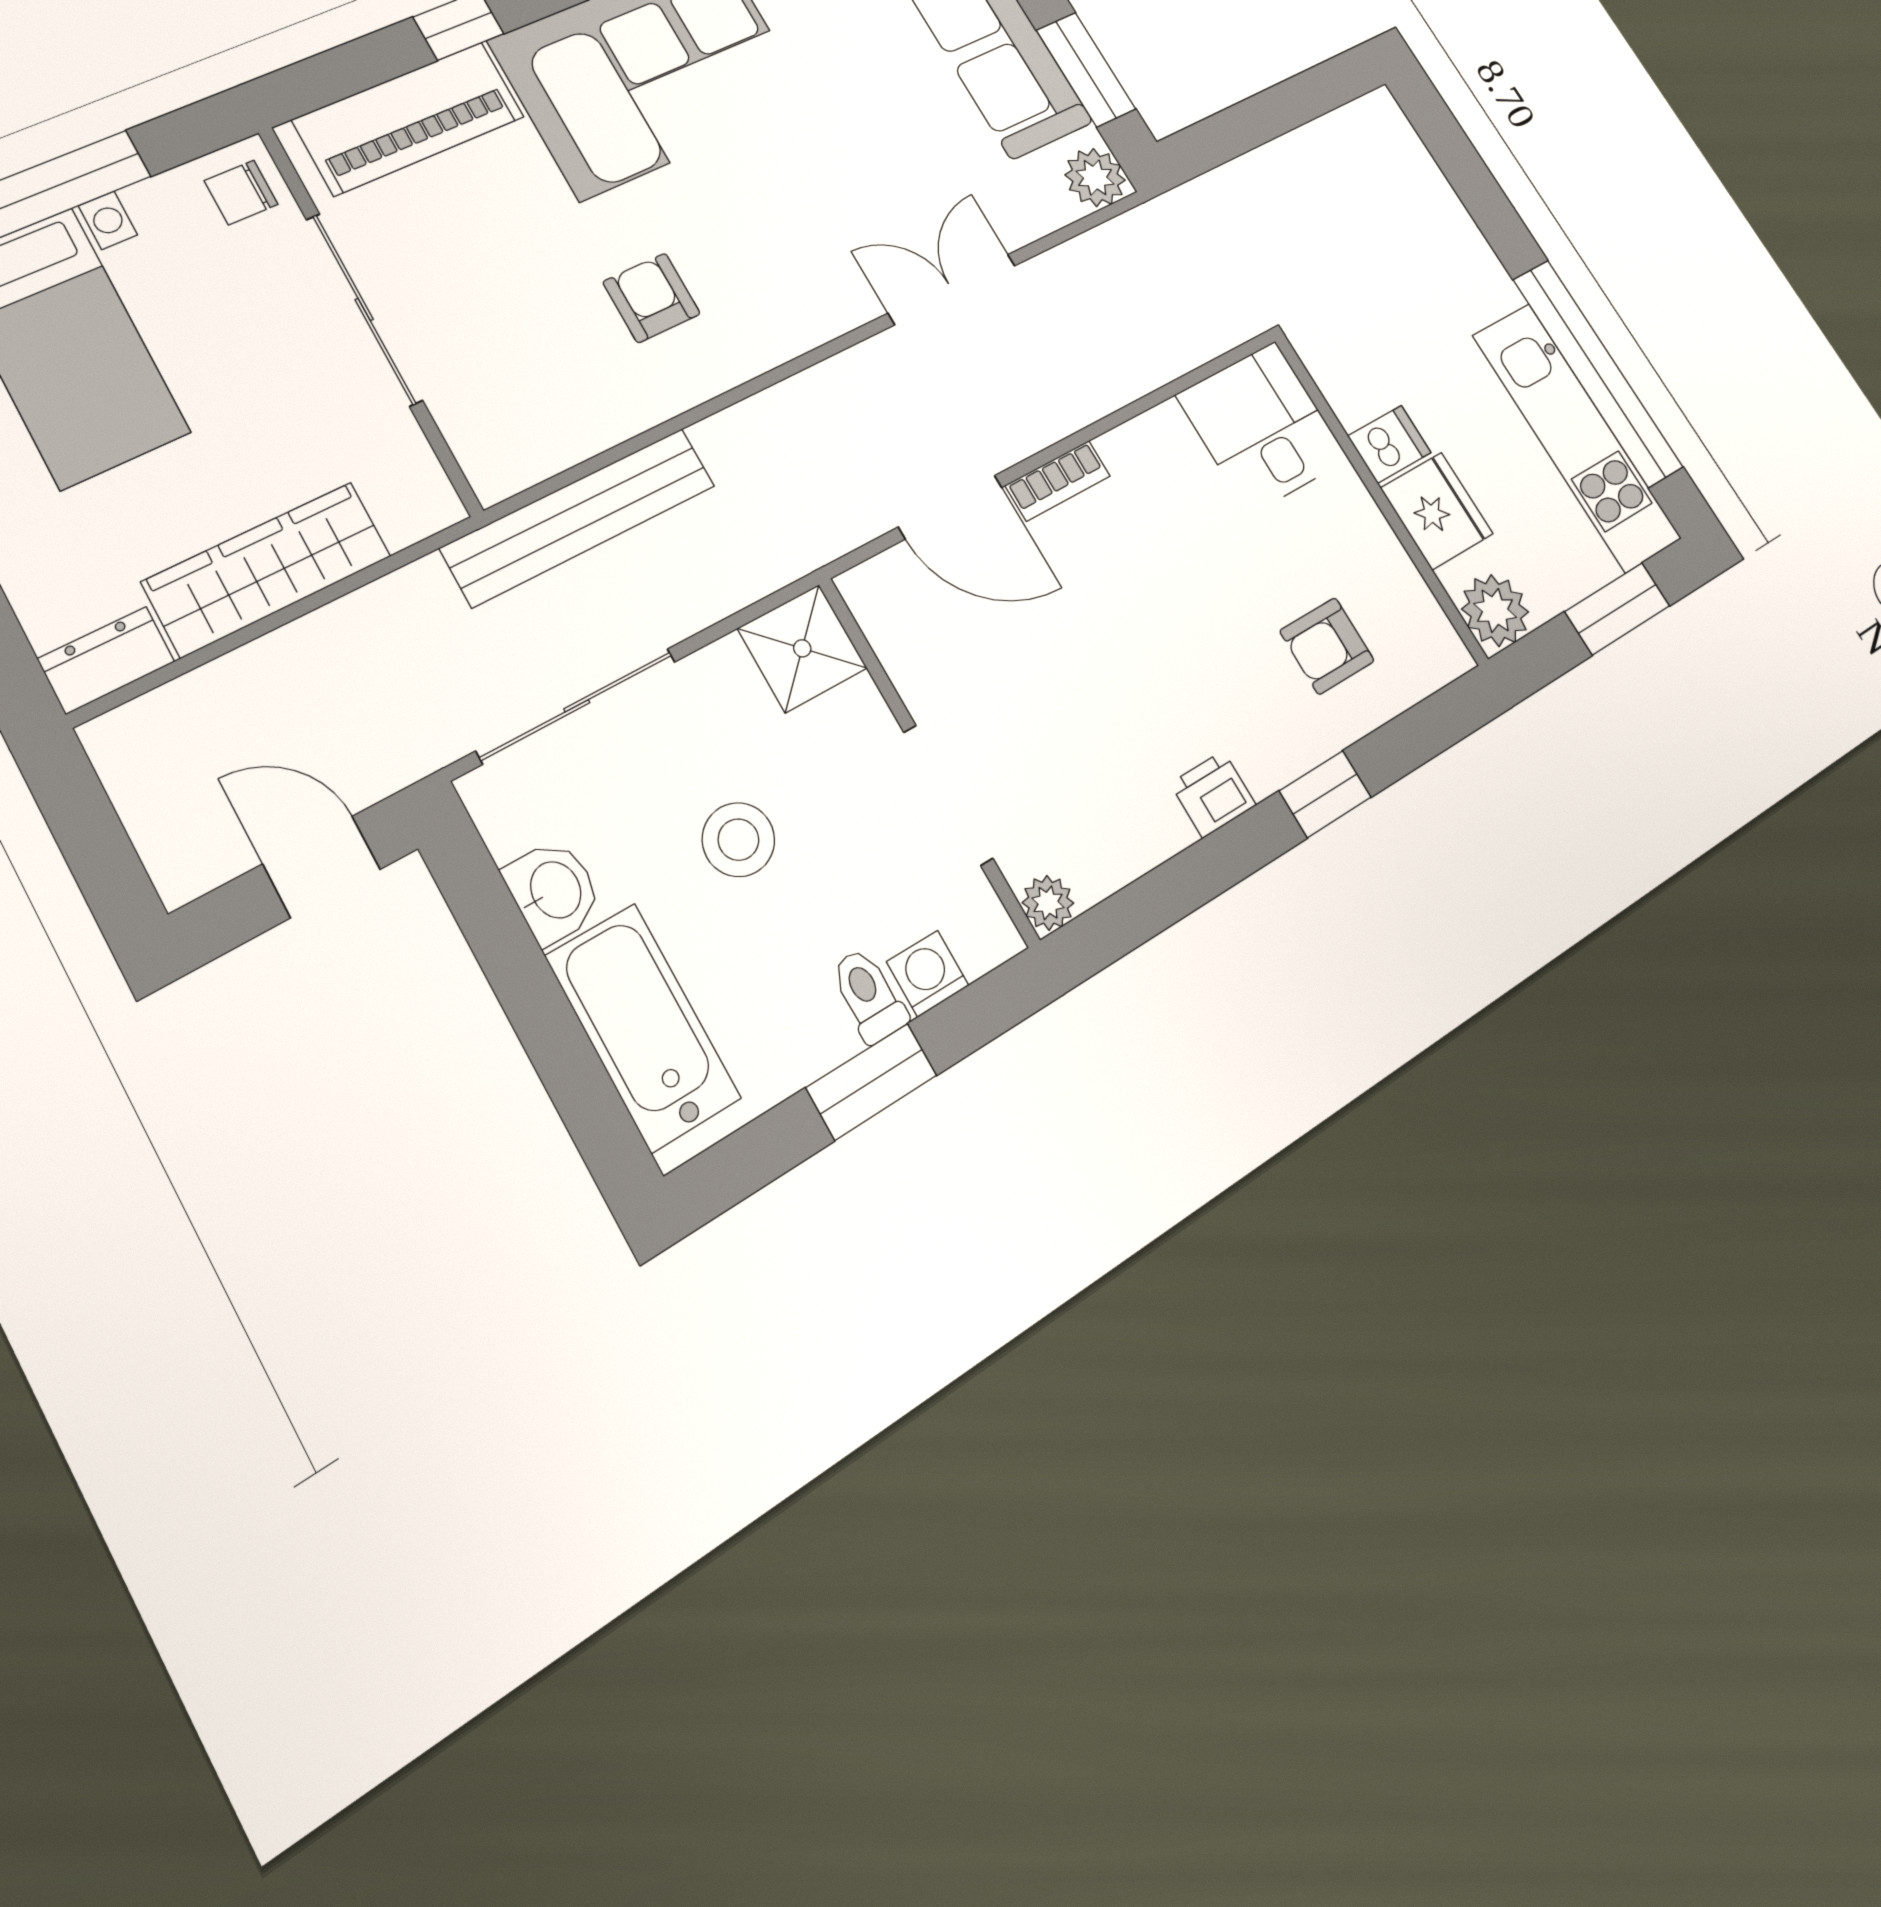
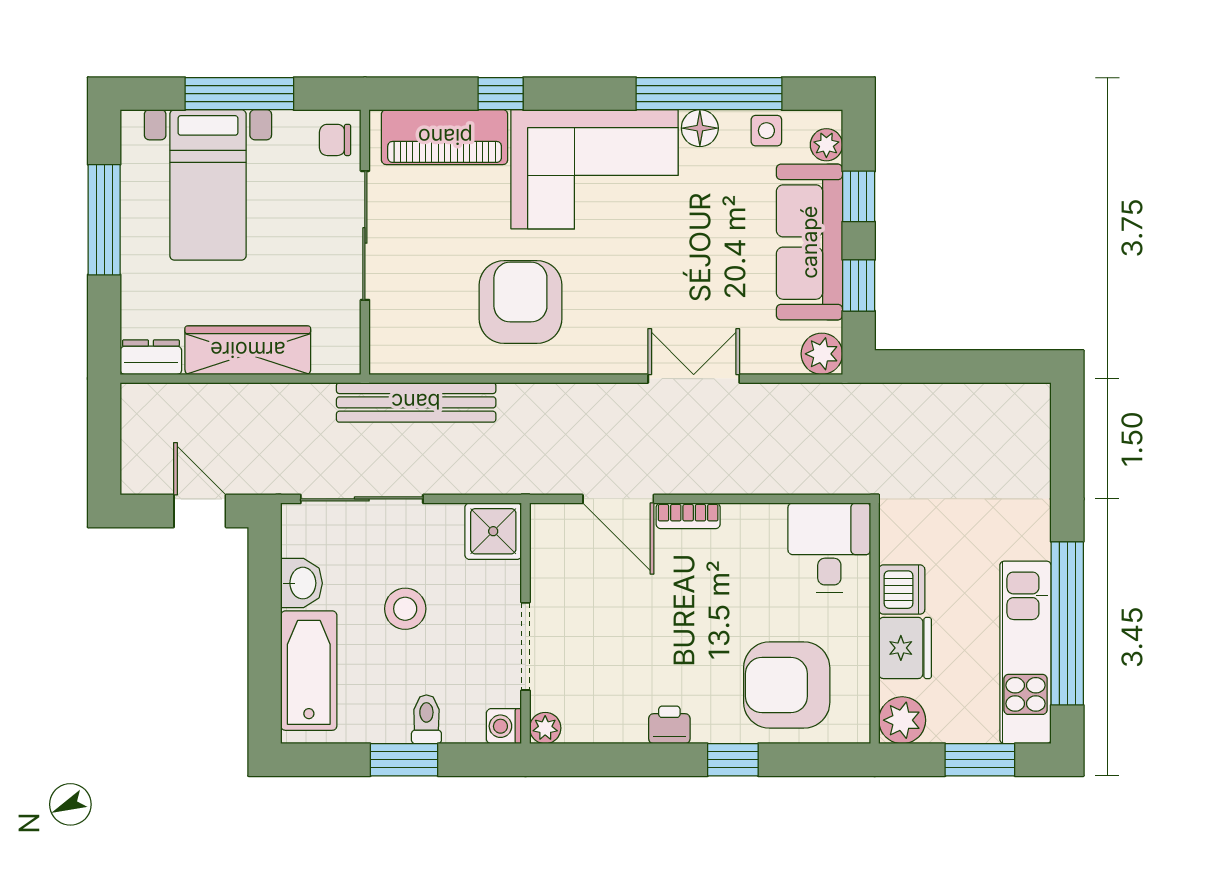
window: (1086, 70) -> (859, 285), width x0.67
armchair: (652, 298) -> (520, 302), width x1.88, depth x1.88
dishwasher: (1389, 444) -> (902, 590), width x1.38
armchair: (1327, 646) -> (787, 685), width x1.88, depth x1.88
washing machine: (928, 974) -> (504, 726), moved, turned -90

